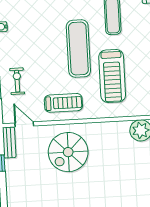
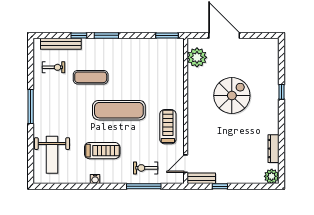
treadmill: (112, 76) -> (102, 151), moved, width x0.73, depth x0.73
spiral stairs: (68, 152) -> (232, 96), moved, turned -90

